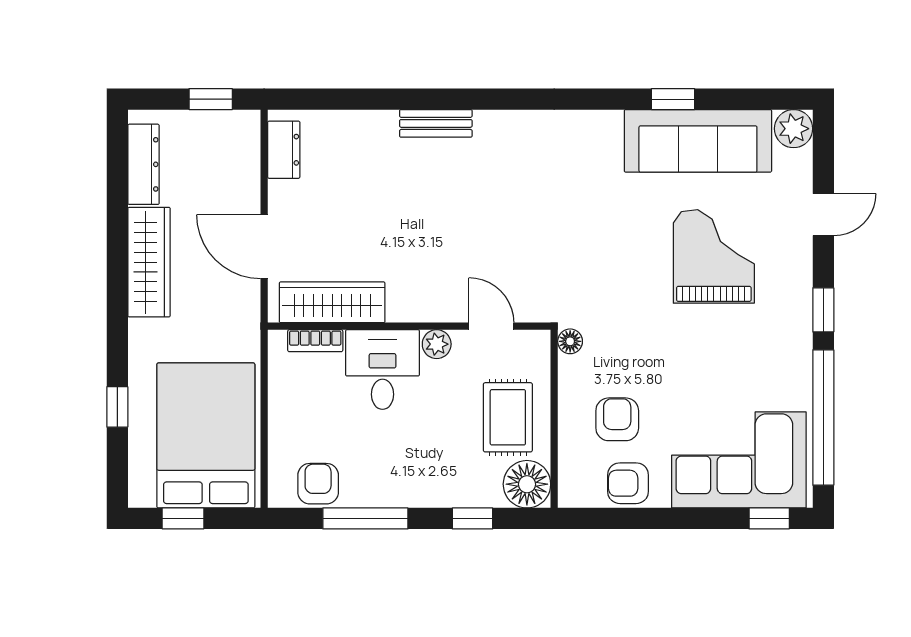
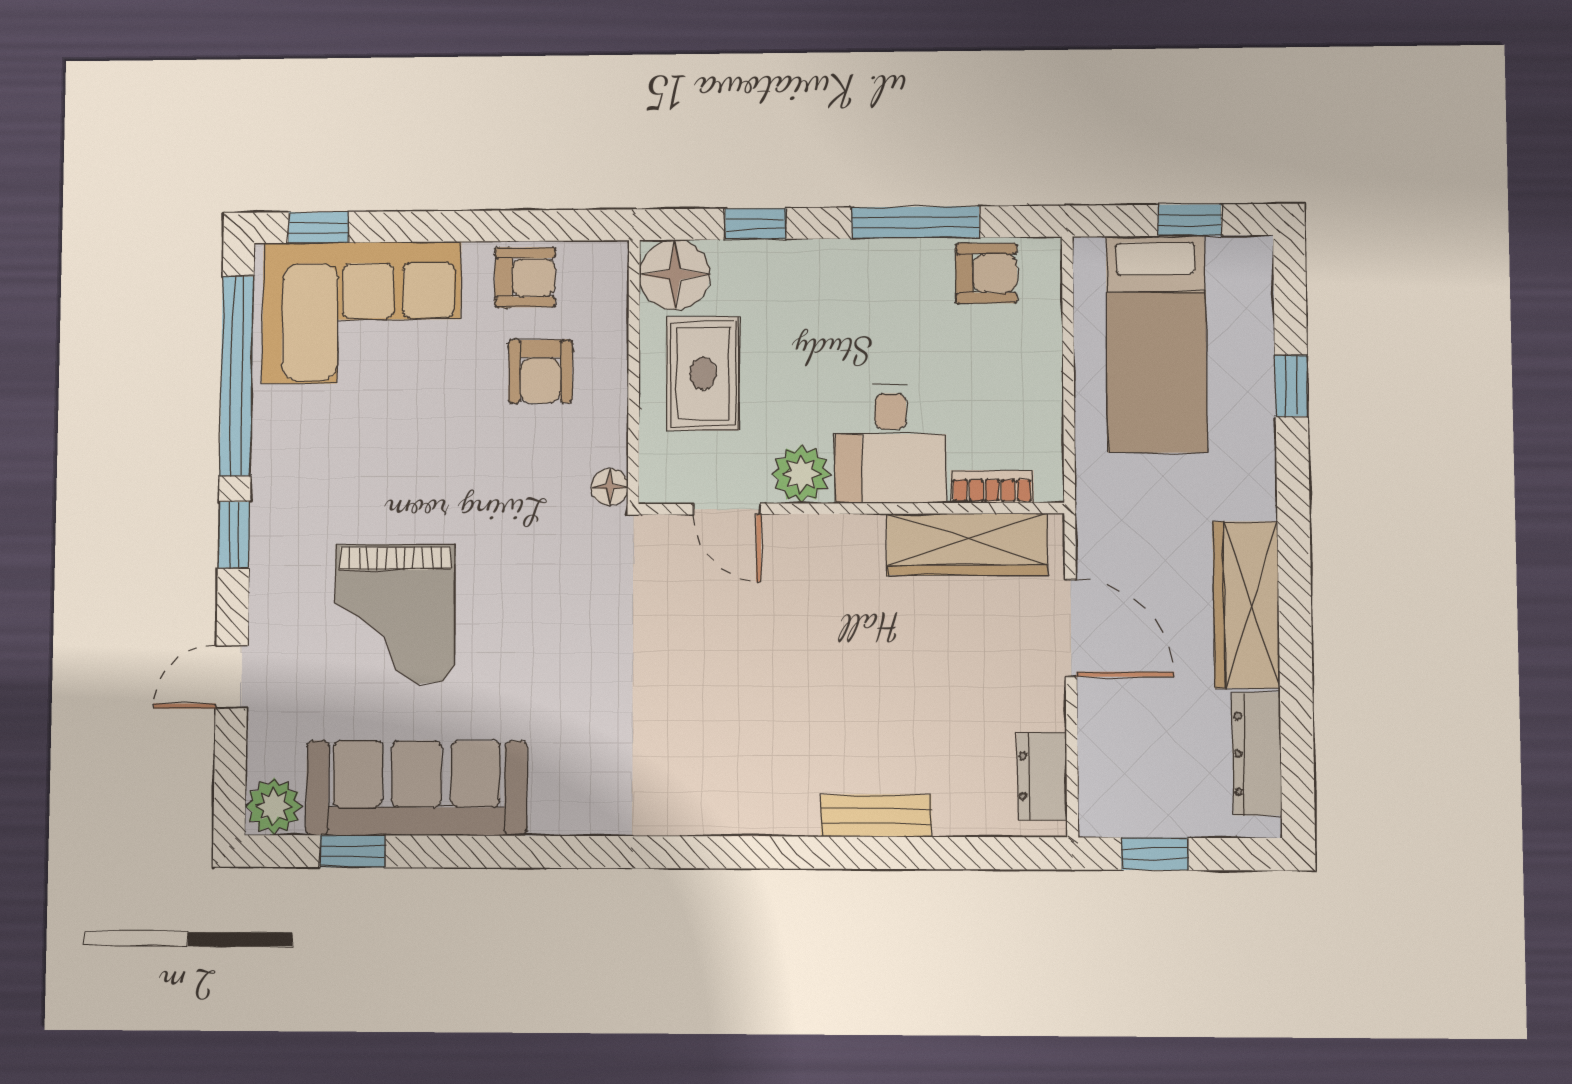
window: (673, 99) -> (352, 851), moved
bench: (436, 123) -> (876, 816), moved
plant: (437, 344) -> (801, 474), width x1.38, depth x1.38
bed: (206, 435) -> (1156, 344), width x0.67
armchair: (318, 484) -> (986, 273), turned -90

